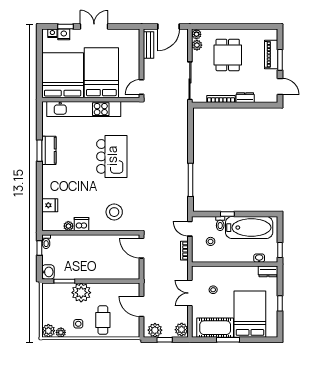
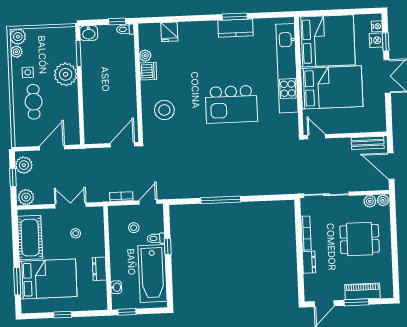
window: (191, 180) -> (221, 200), moved
dresser: (268, 271) -> (99, 269), moved
cafe table: (103, 320) -> (34, 102), turned 90
window: (228, 340) -> (17, 281), moved

